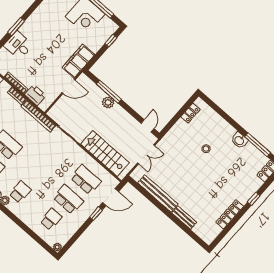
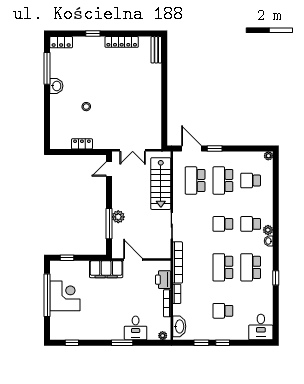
locker: (190, 113) -> (82, 144), moved
double door: (146, 154) -> (133, 150), swing flipped
school desk: (37, 172) -> (223, 224), added
bench: (158, 193) -> (155, 114), removed
bench: (184, 218) -> (156, 50), moved

